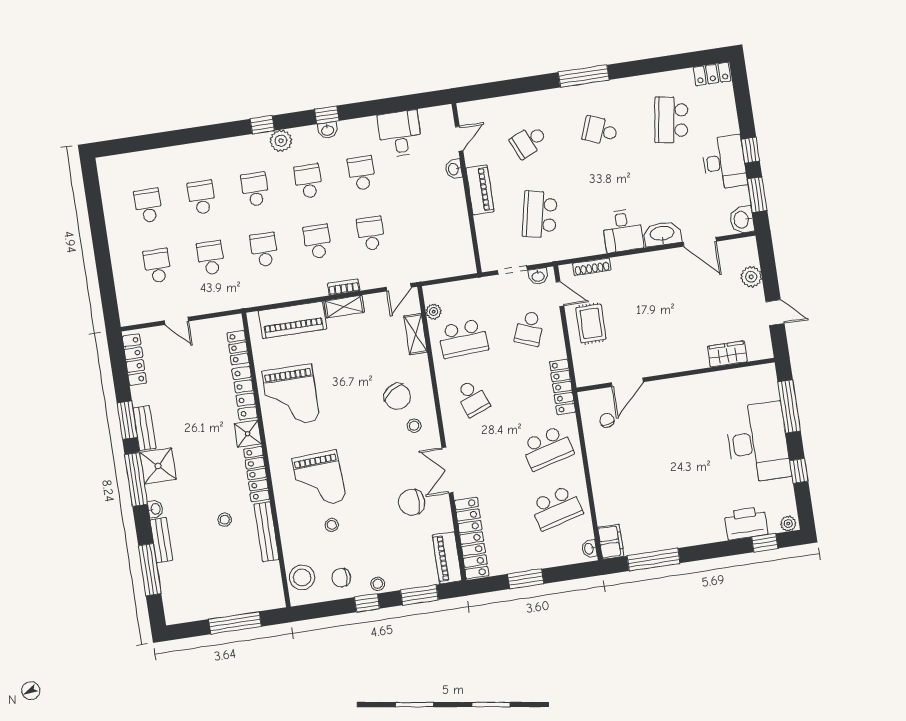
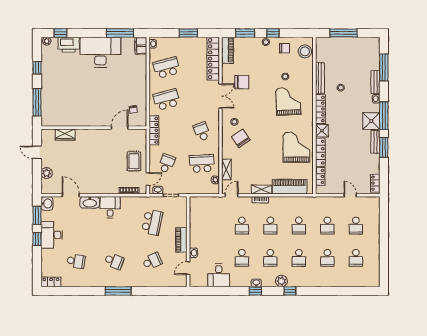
school desk: (671, 120) -> (76, 261), width x0.54
door: (560, 294) -> (148, 179), swing flipped
locker: (134, 360) -> (375, 183), width x0.66
desk: (758, 442) -> (100, 52), moved, turned 90

